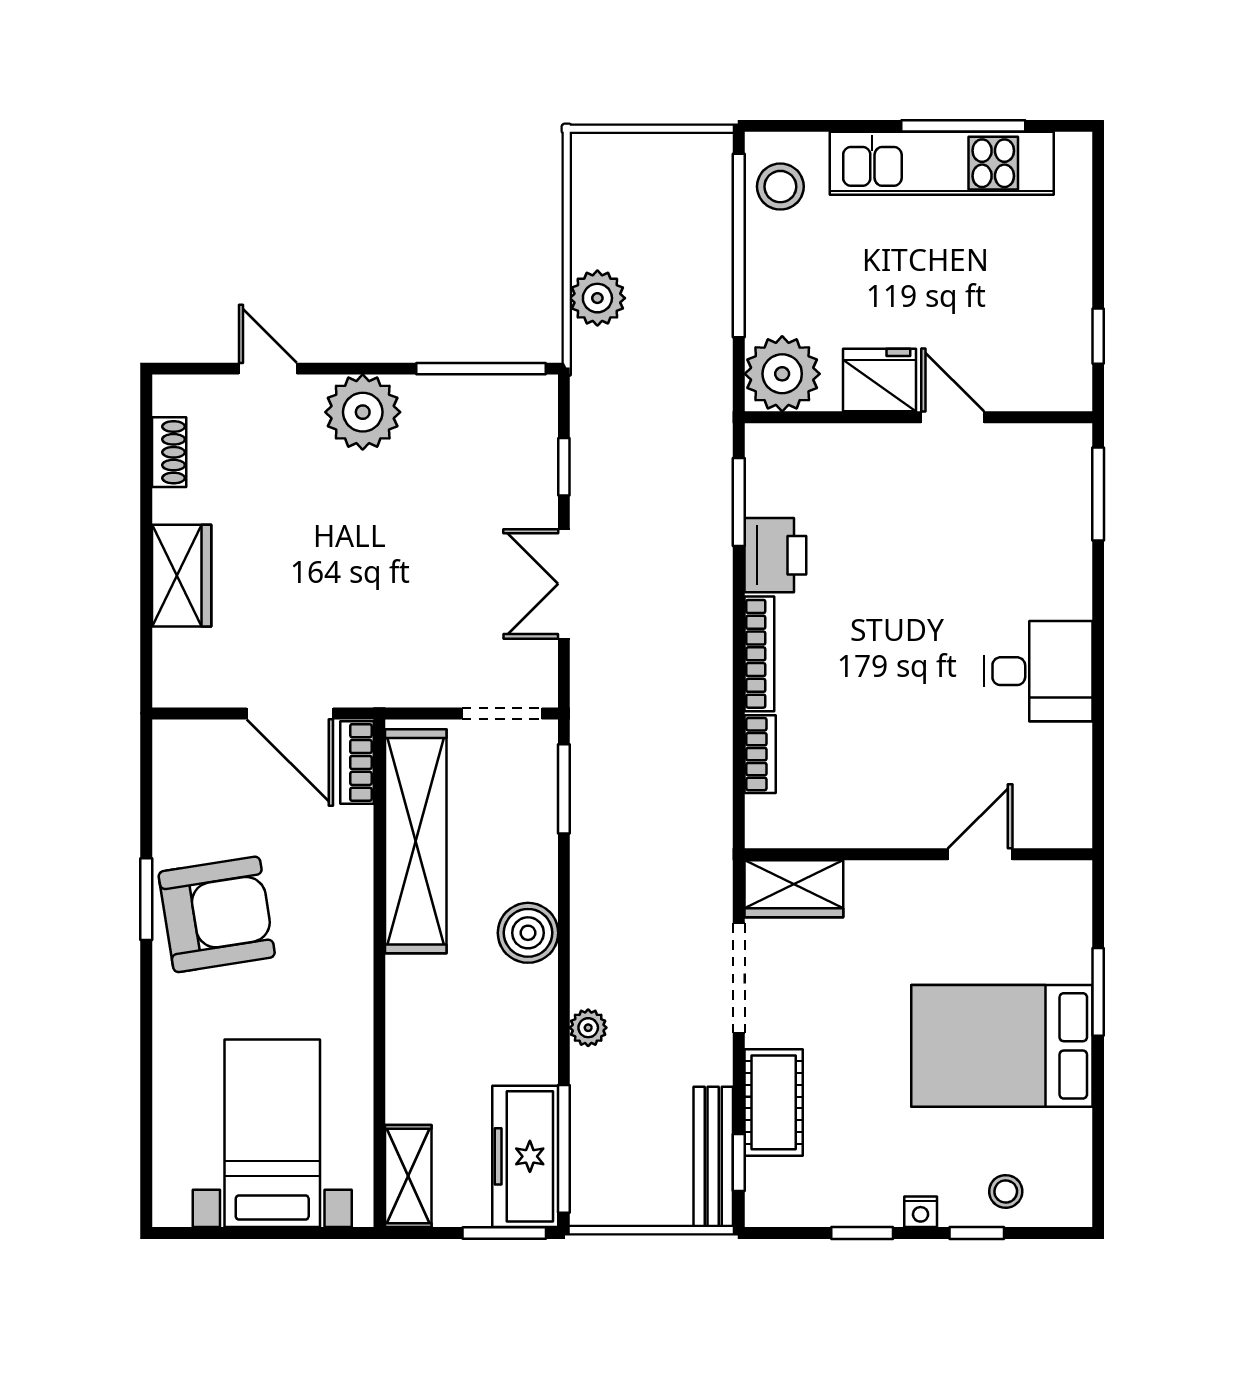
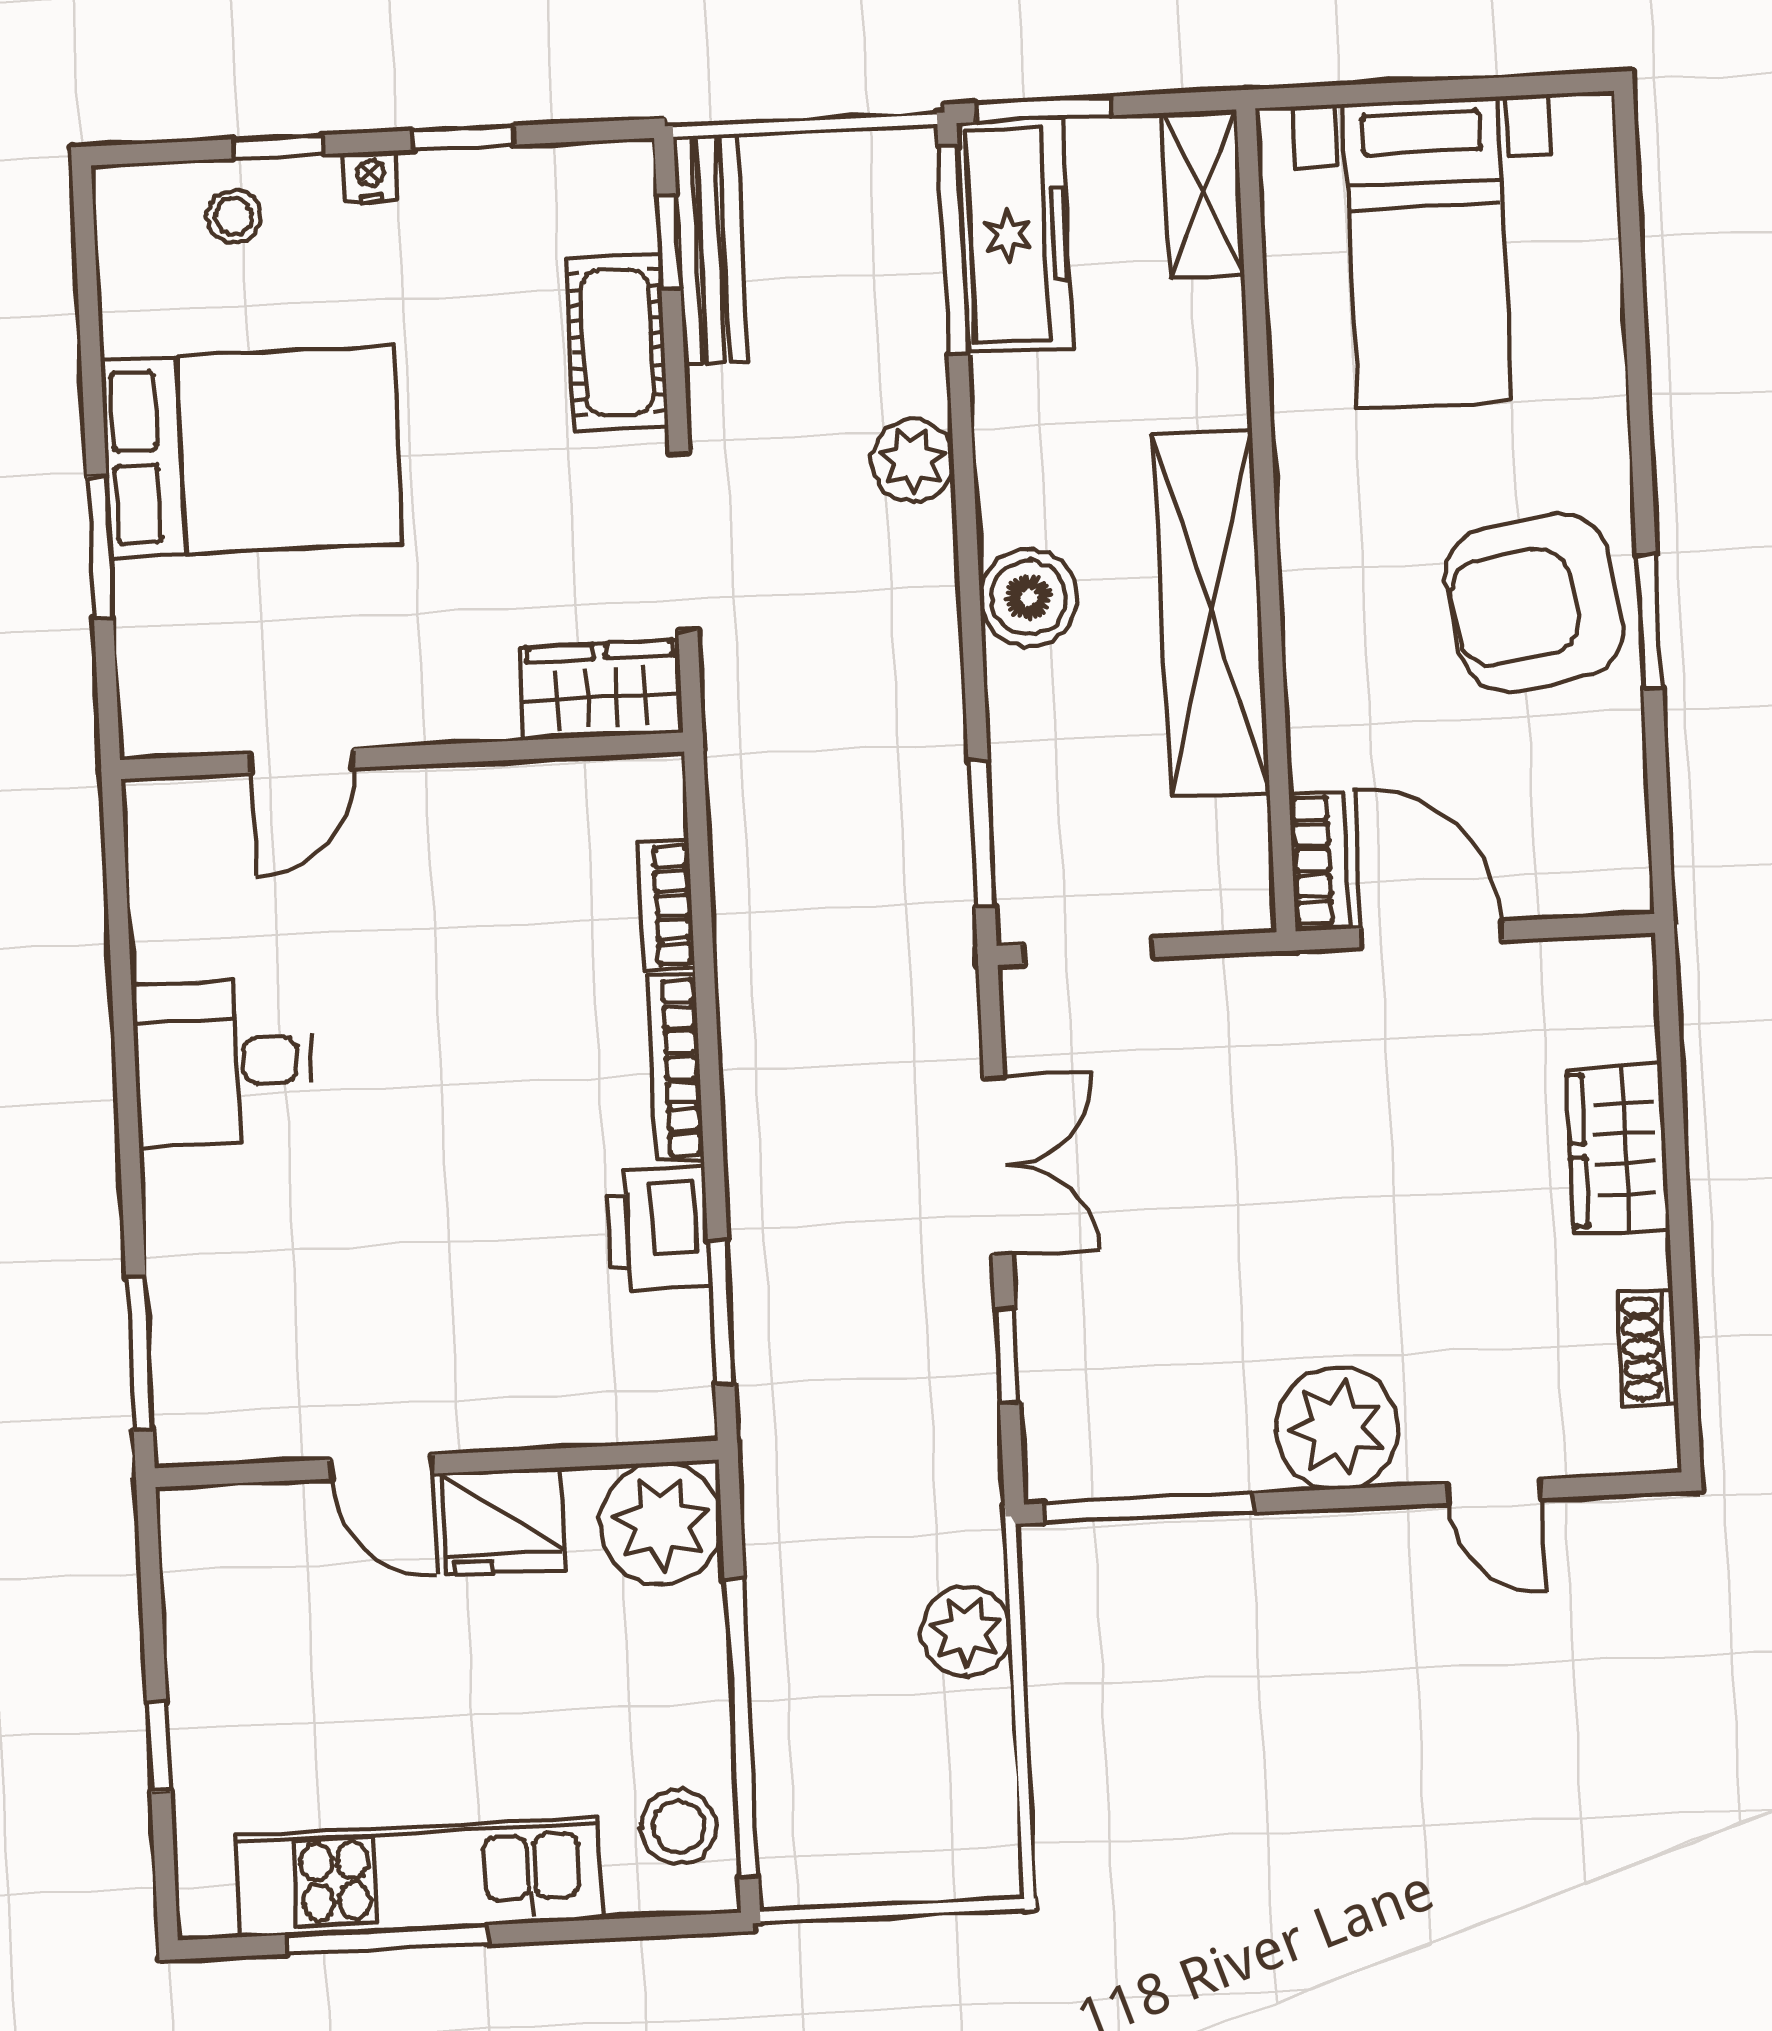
window: (1098, 336) -> (159, 1747), moved
shelving: (416, 841) -> (1211, 613), moved
plant: (588, 1028) -> (913, 460), width x1.38, depth x1.38

